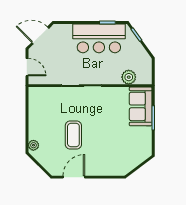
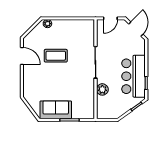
plant: (129, 77) -> (102, 89), moved
sofa: (141, 106) -> (56, 110), moved

